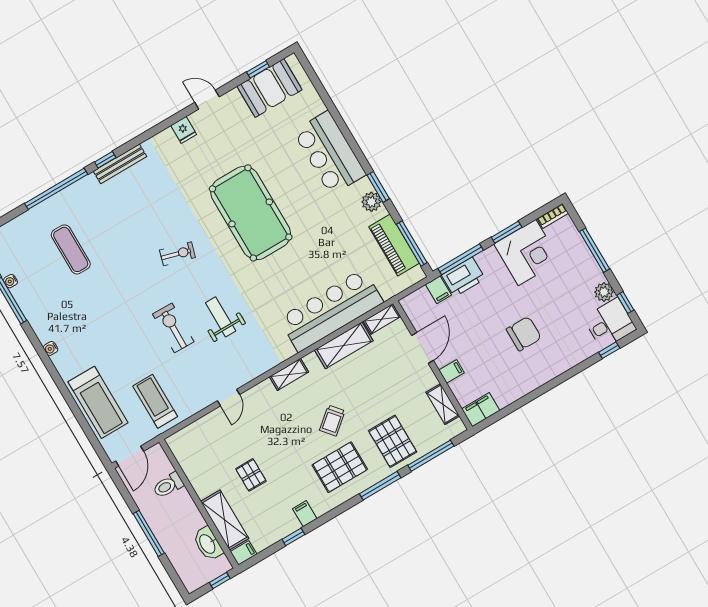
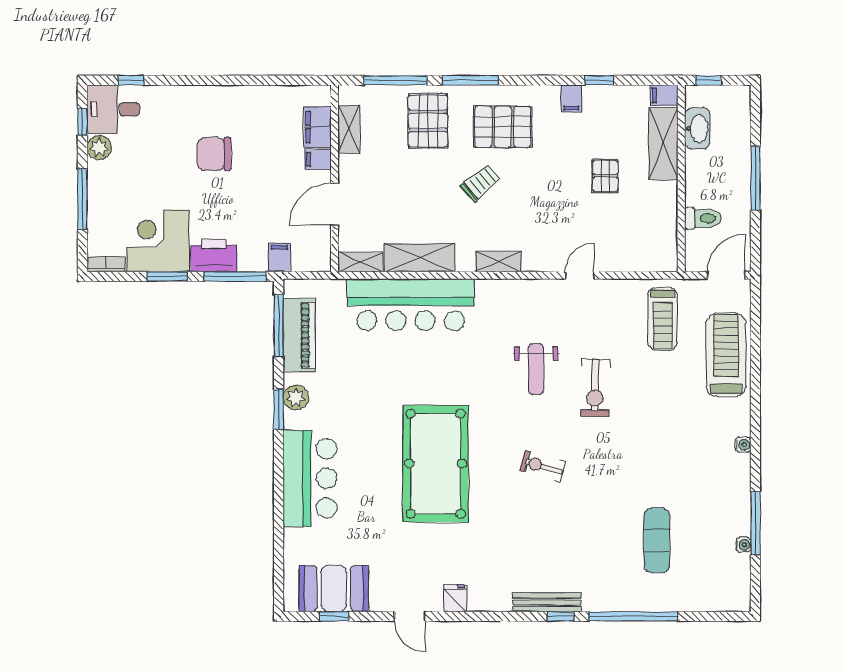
printer: (463, 277) -> (214, 255), moved
filing cabinet: (481, 410) -> (318, 127), moved, turned 90

